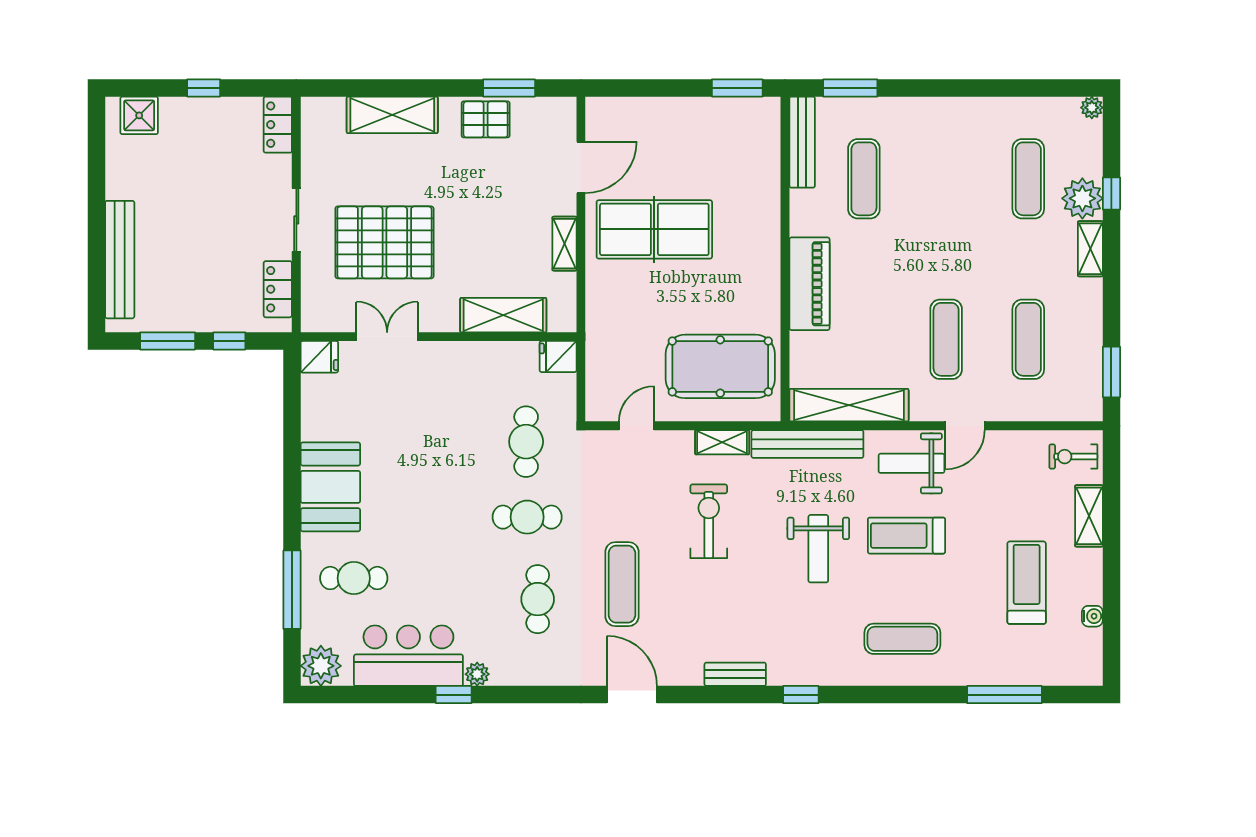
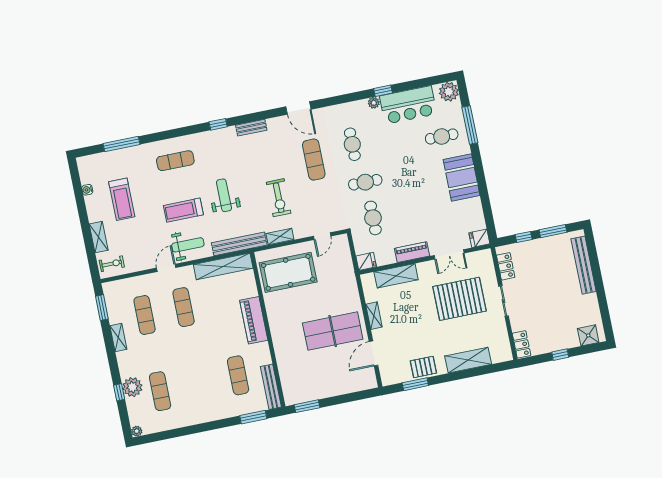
shelving: (1090, 249) -> (118, 337), moved
piano: (461, 356) -> (412, 252), added
treadmill: (906, 536) -> (183, 210), turned 180

